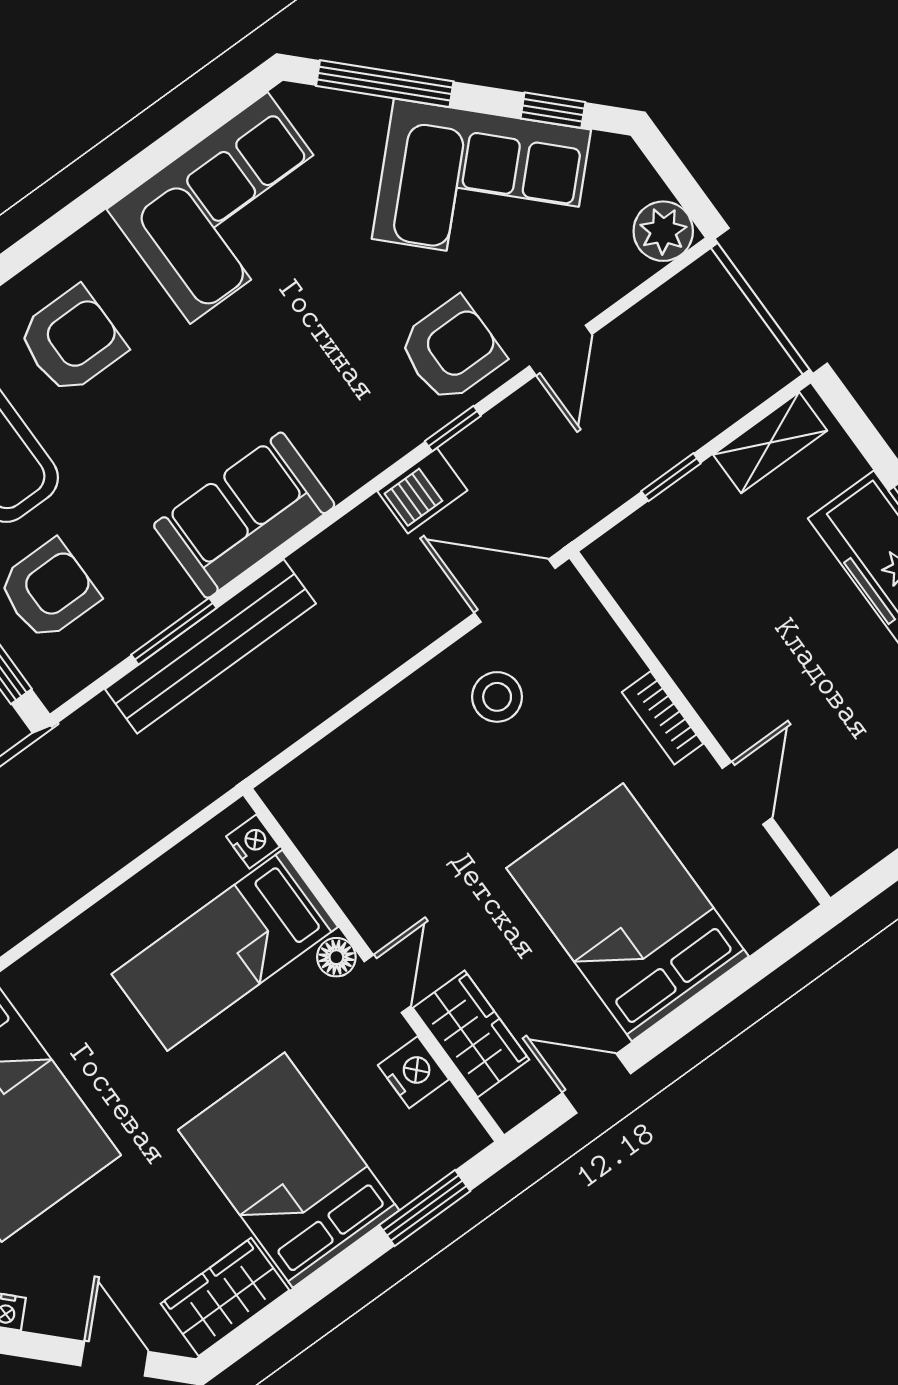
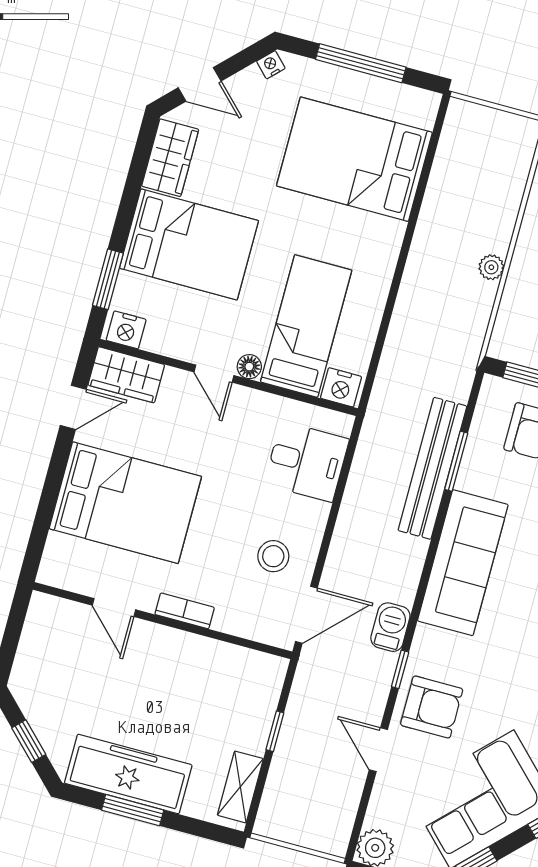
armchair: (451, 350) -> (432, 707), turned -90
sofa: (244, 515) -> (463, 563), width x1.36
desk: (360, 781) -> (307, 462), added
nightstand: (253, 842) -> (341, 387), width x1.39, depth x1.35
wardrobe: (471, 1034) -> (126, 375), moved
nightstand: (413, 1072) -> (126, 330), moved

